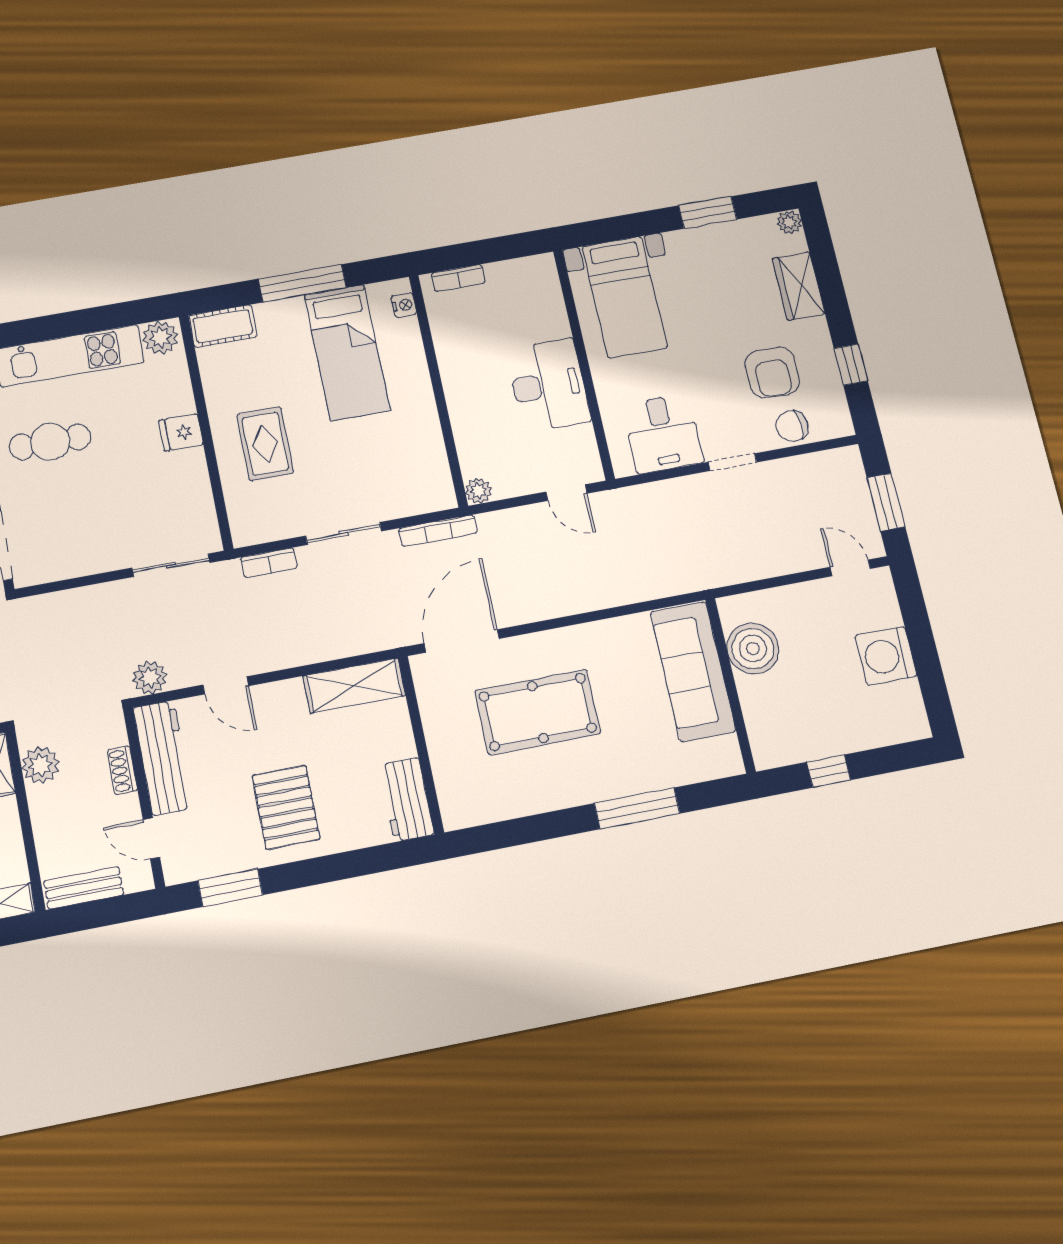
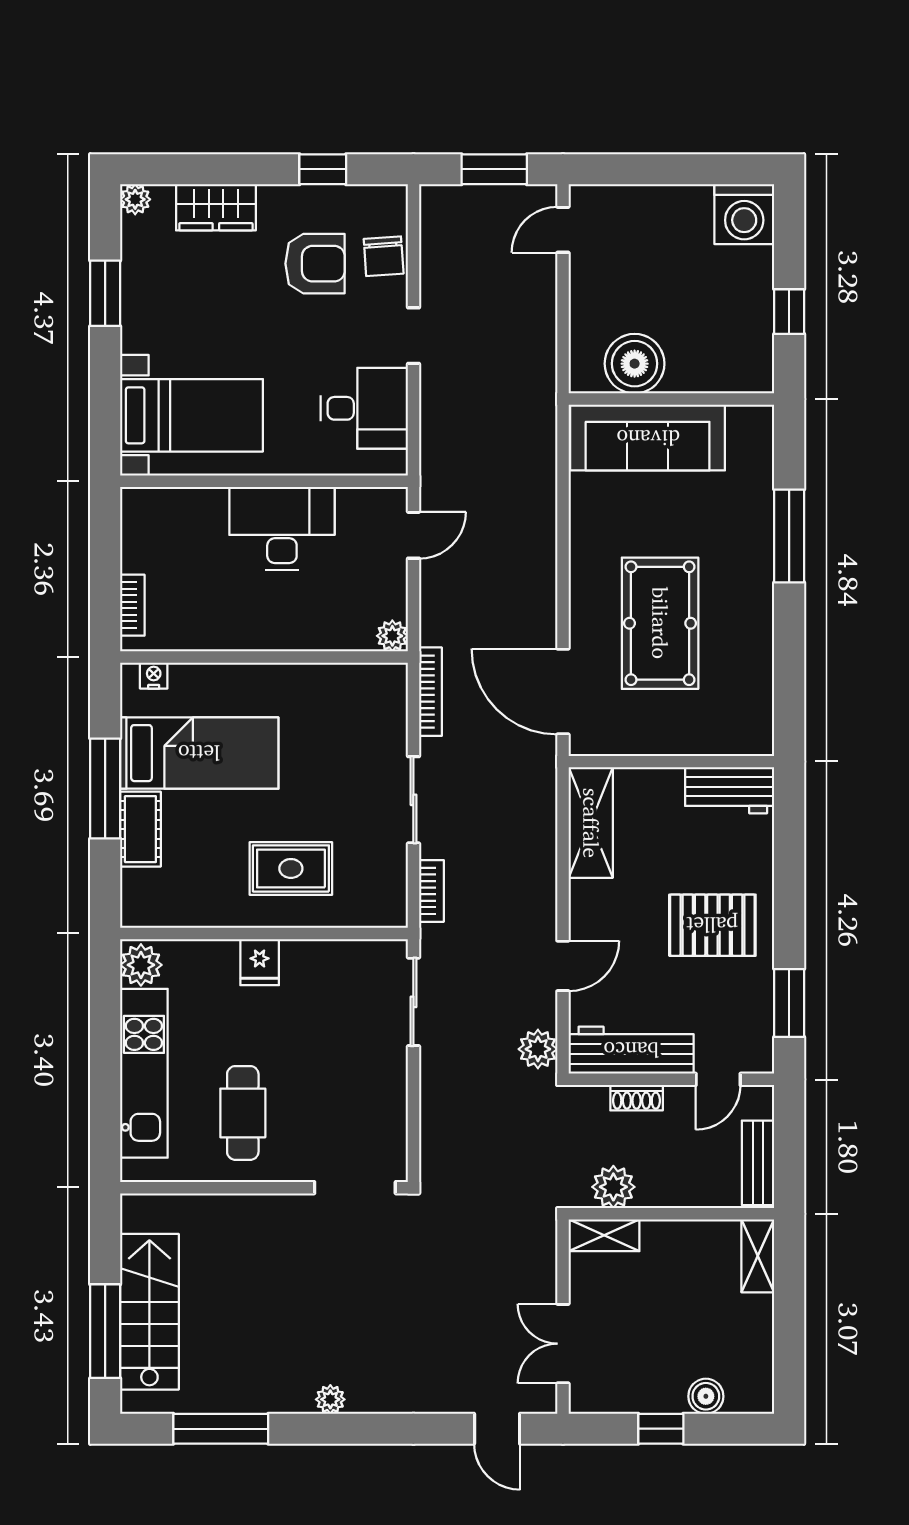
cot: (223, 326) -> (140, 829), moved
washing machine: (886, 656) -> (744, 214), moved

